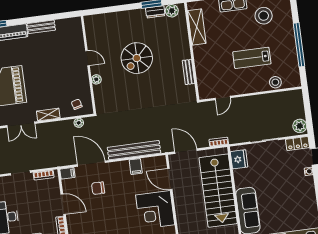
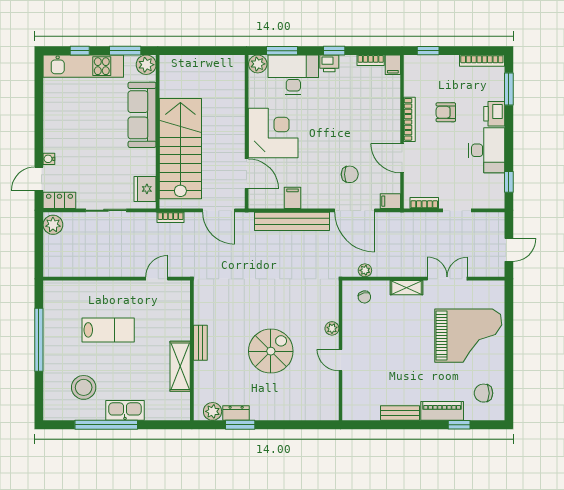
shelving: (197, 27) -> (180, 366), moved
bench: (188, 72) -> (200, 343), moved
stool: (275, 82) -> (79, 291), removed

